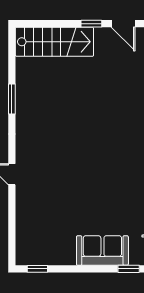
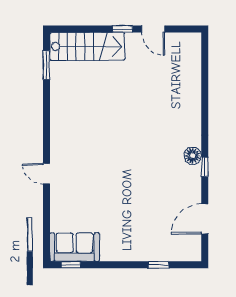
window: (12, 99) -> (46, 65), moved
sofa: (102, 251) -> (75, 247), moved

